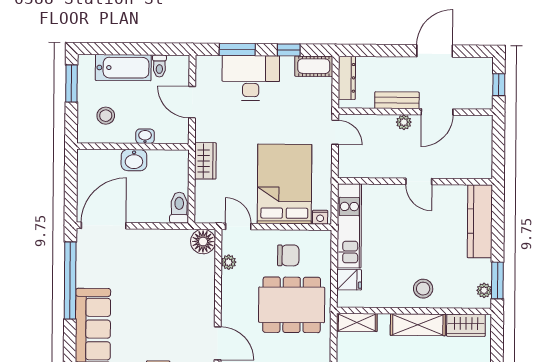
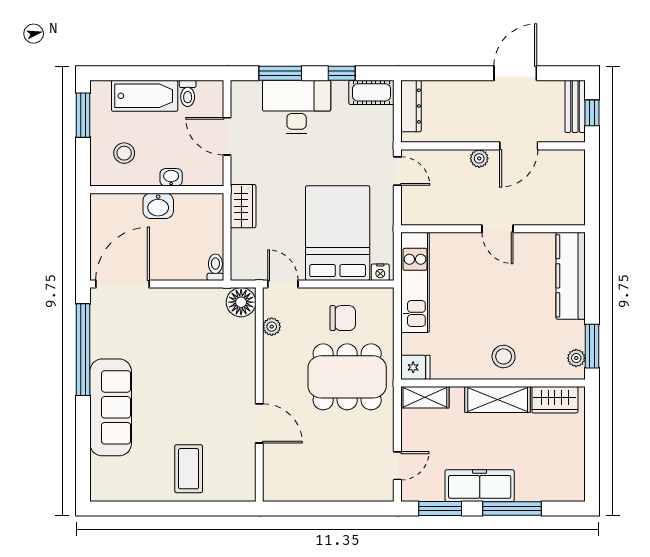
bench: (397, 100) -> (575, 106), moved, turned 90
toilet: (179, 208) -> (215, 267), width x0.73, depth x0.72
fridge: (349, 280) -> (415, 367), moved

